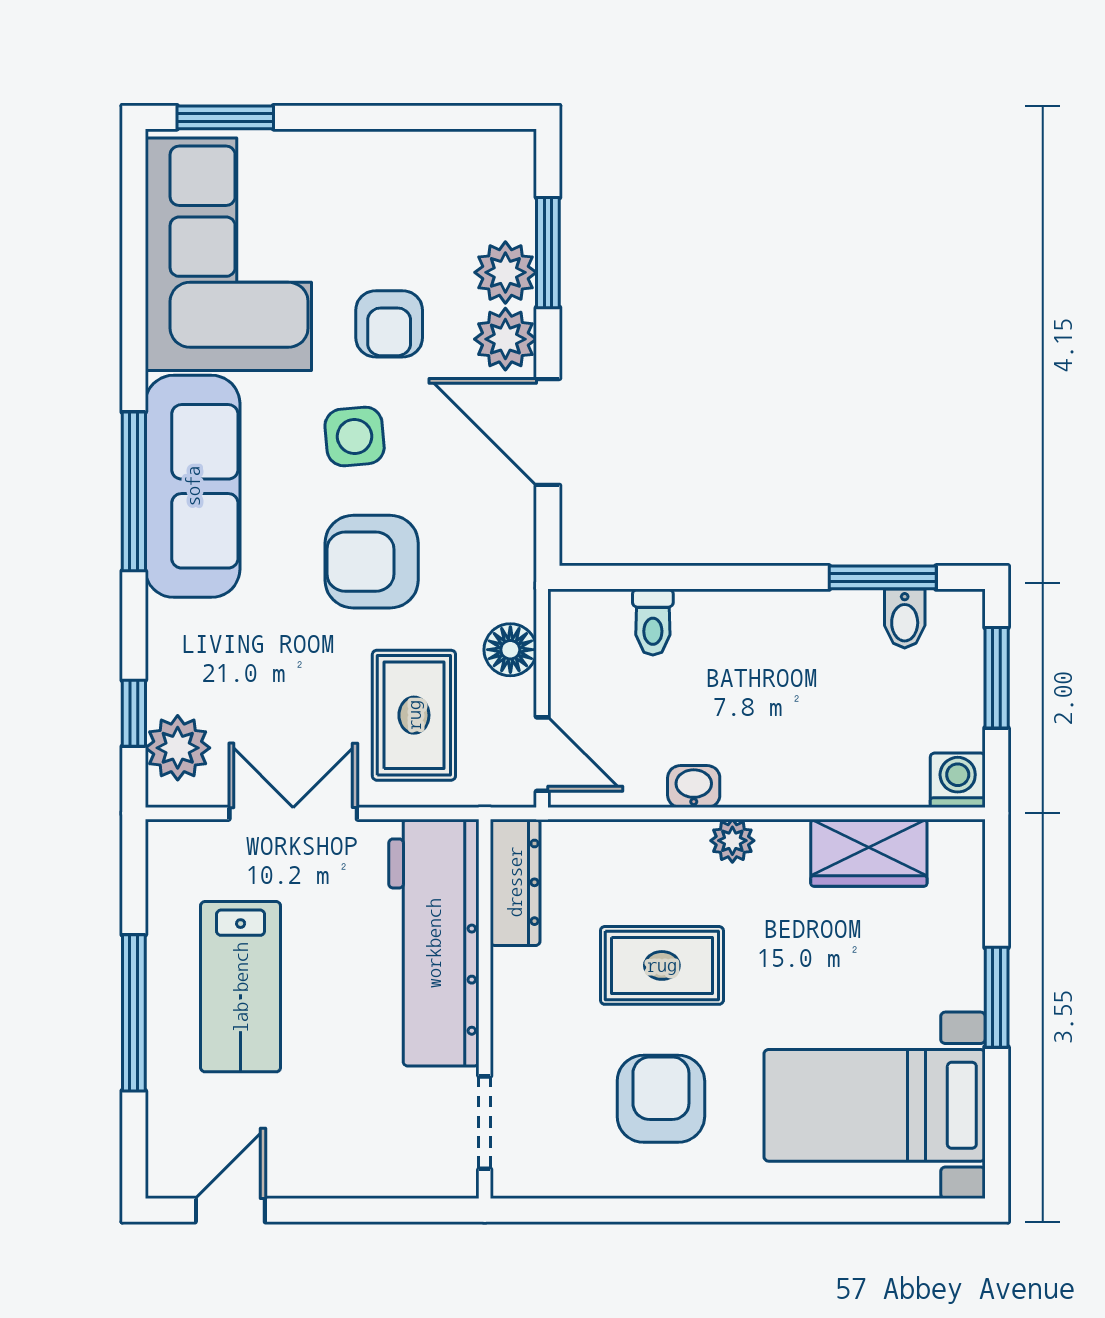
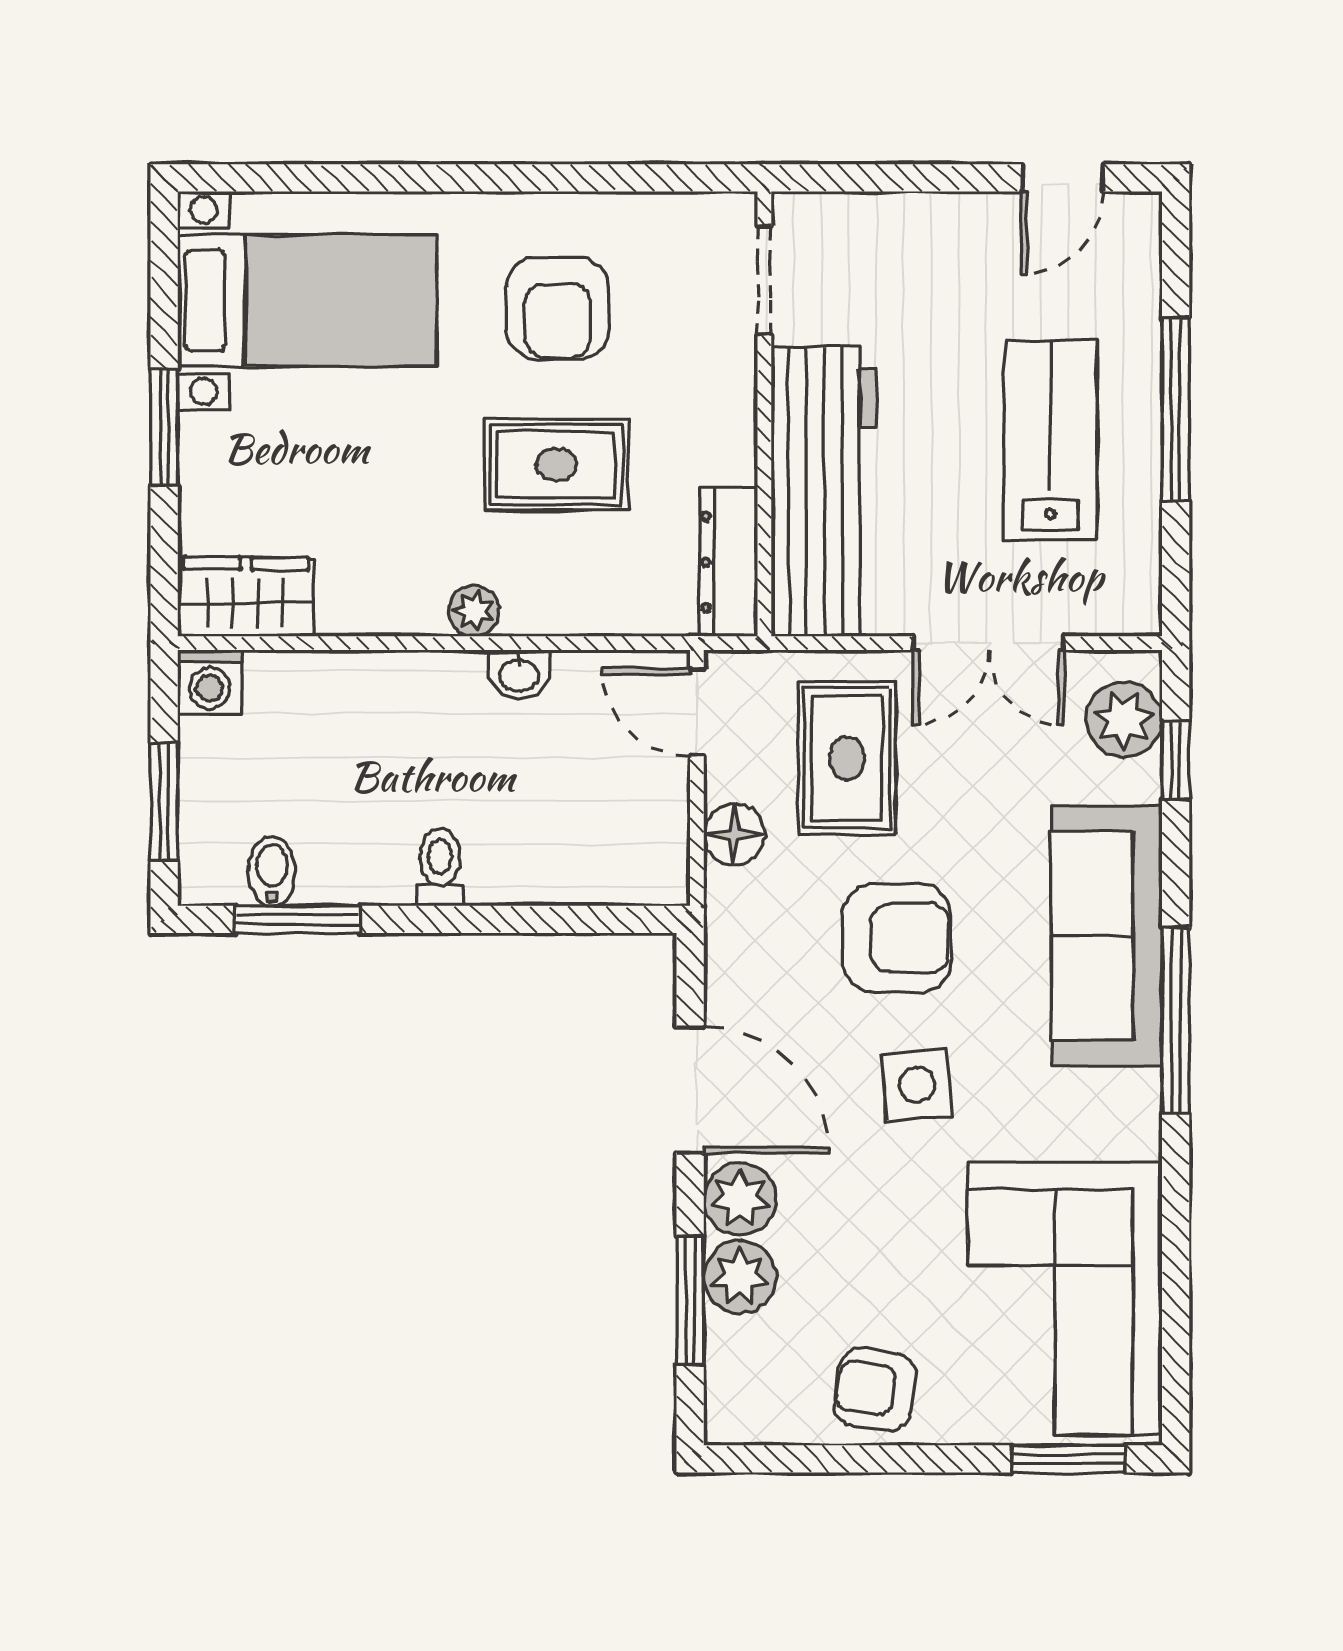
armchair: (389, 324) -> (875, 1390), moved, turned -81
sofa: (193, 486) -> (1107, 936), moved
toilet: (653, 622) -> (440, 867), moved
wardrobe: (869, 853) -> (246, 597), moved

